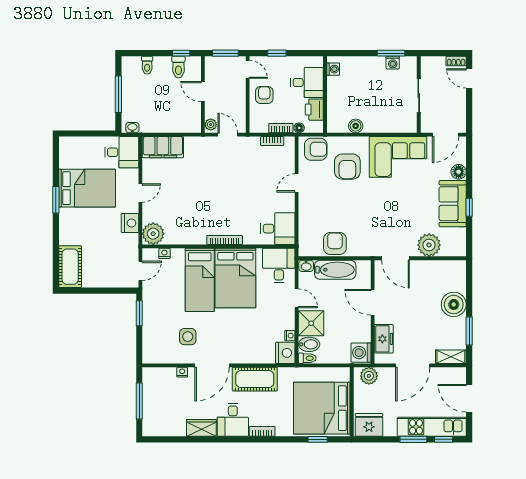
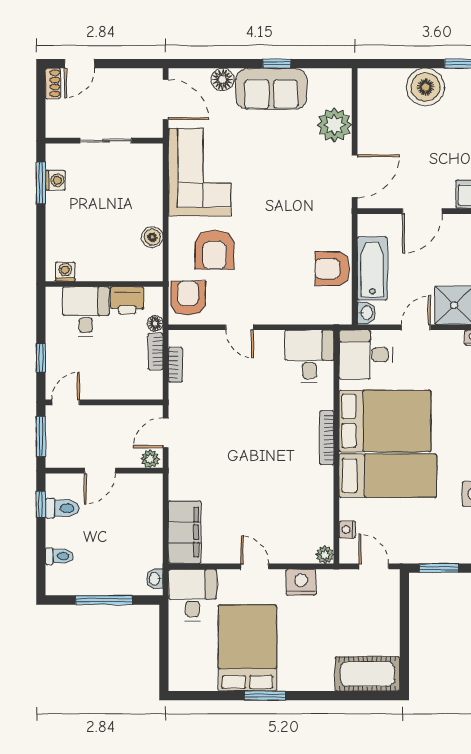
armchair: (264, 95) -> (105, 377), removed
armchair: (347, 167) -> (214, 250), turned 90
plant: (153, 234) -> (325, 555), width x0.53, depth x0.53

